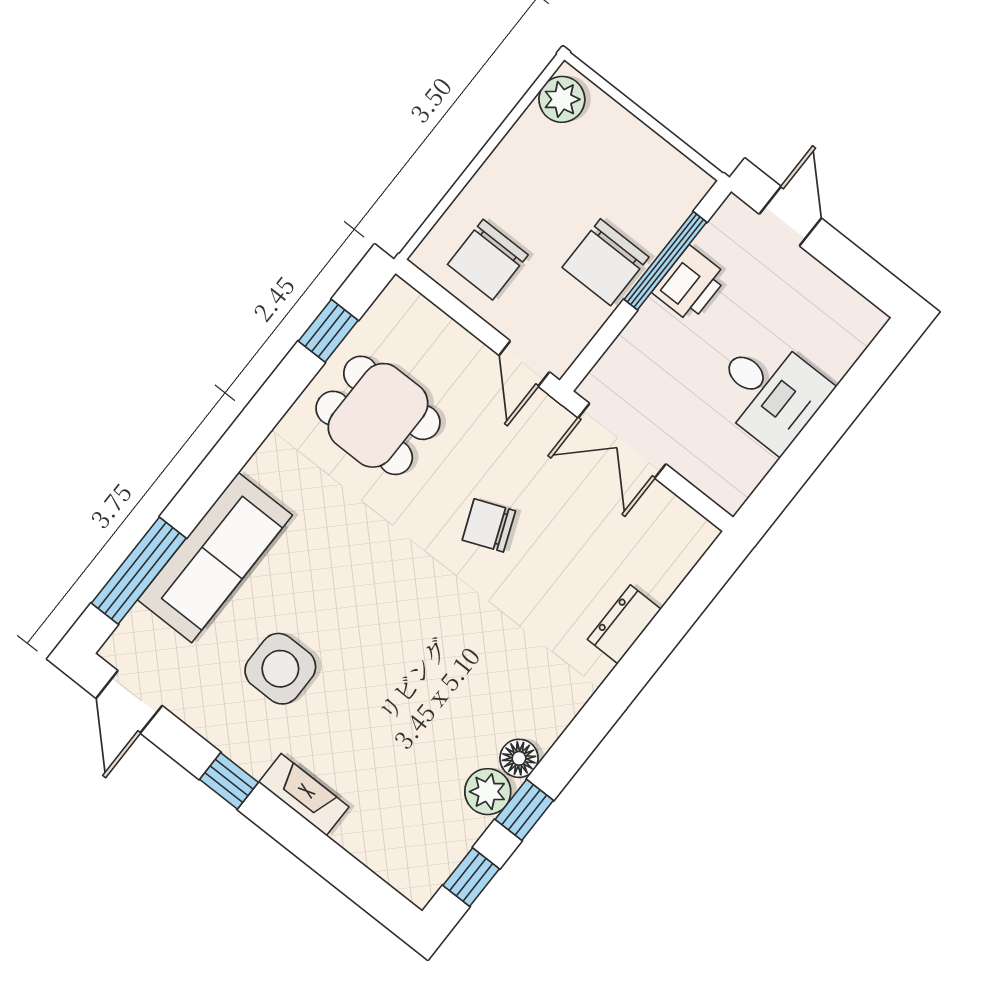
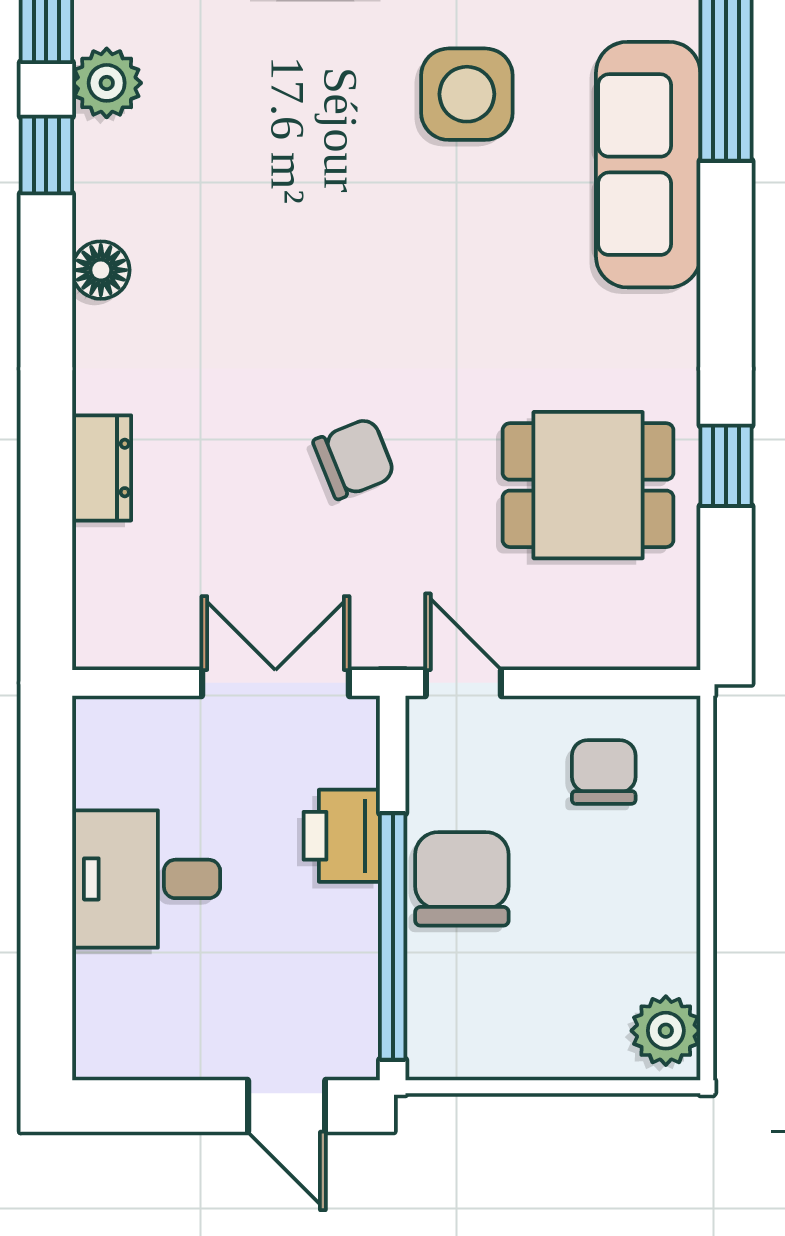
chair: (488, 260) -> (604, 772), width x0.73, depth x0.73
window: (665, 261) -> (393, 936), width x1.46
printer: (690, 284) -> (342, 836), moved
window: (328, 331) -> (726, 466), moved
floor lamp: (519, 758) -> (101, 270), moved
plant: (488, 792) -> (107, 83), moved

